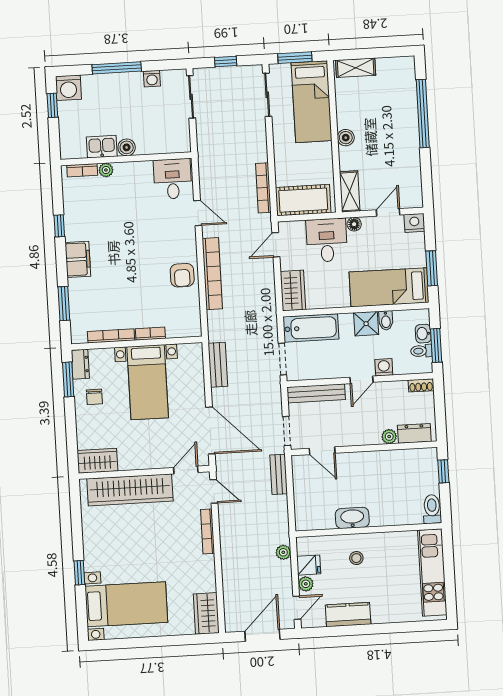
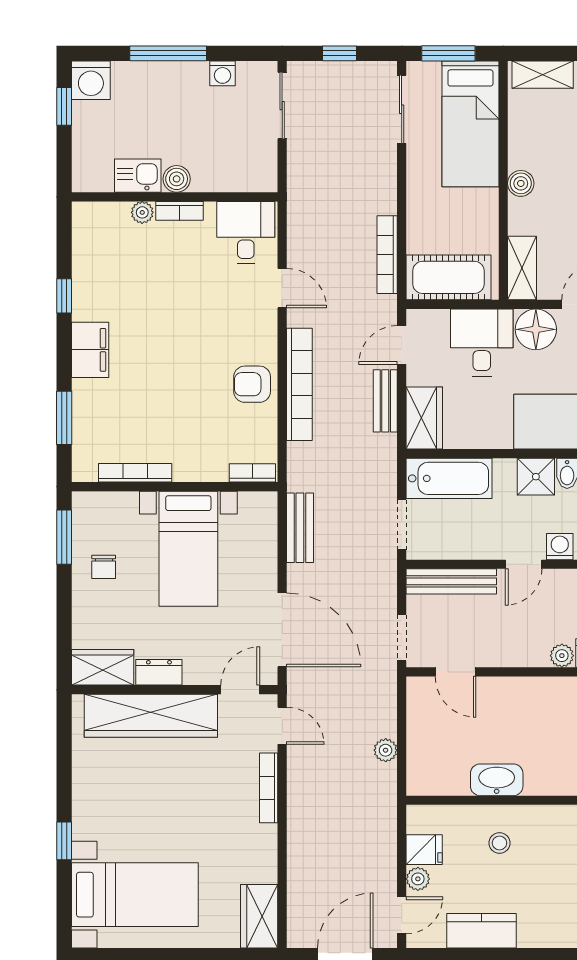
bookcase: (82, 170) -> (179, 211), moved
floor lamp: (354, 224) -> (536, 329), width x1.89, depth x1.89
armchair: (182, 275) -> (252, 384), turned 90
bookcase: (150, 334) -> (252, 473), moved
dresser: (80, 364) -> (159, 672), moved, turned -90
bench: (279, 474) -> (385, 401), moved
plant: (283, 552) -> (386, 750), moved

